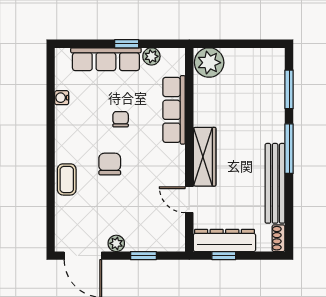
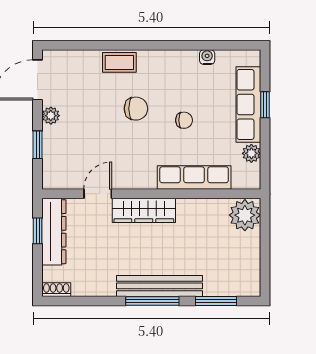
window: (127, 44) -> (265, 105), moved
bench: (275, 183) -> (160, 286), moved

